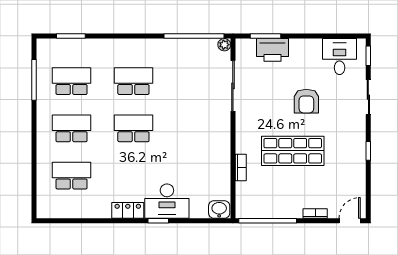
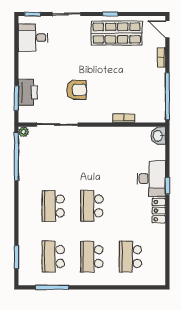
armchair: (306, 101) -> (77, 90), moved
shop shelf: (293, 151) -> (117, 33), moved, turned 90

